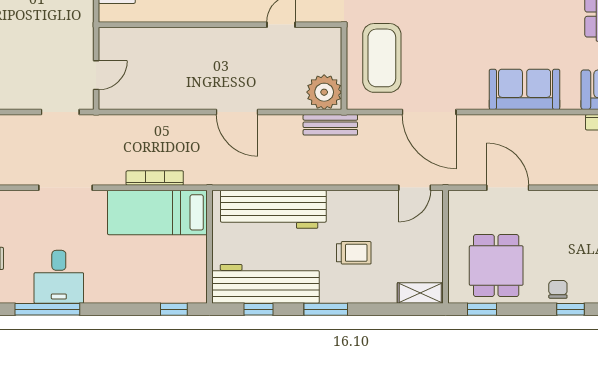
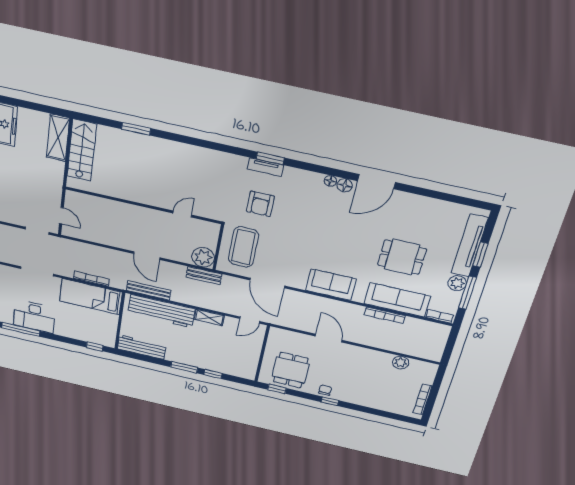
door: (96, 75) -> (61, 216), hinge flipped
bench: (248, 175) -> (148, 290), added
door: (508, 188) -> (329, 338), moved
trolley: (354, 253) -> (206, 344), removed
desk: (59, 277) -> (34, 316), width x1.37
workbench: (265, 284) -> (142, 347), width x0.73, depth x0.76
shelving: (420, 293) -> (209, 317), moved
window: (259, 309) -> (213, 374), moved

